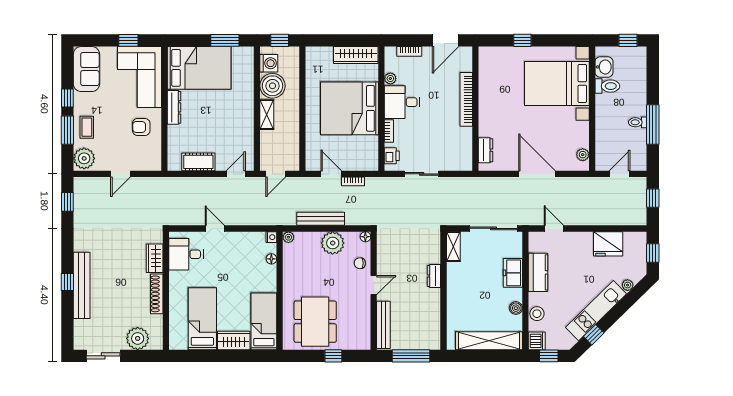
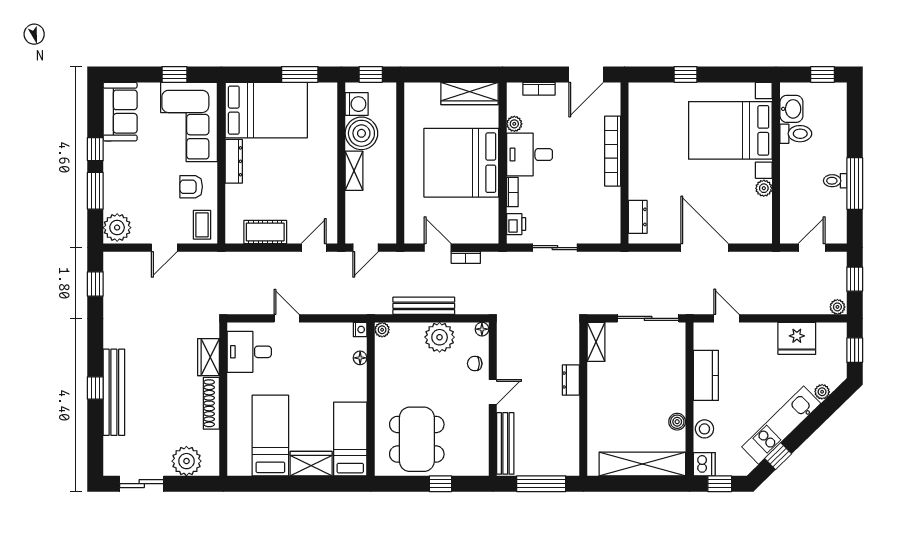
coffee table: (87, 127) -> (202, 225), moved
plant: (583, 155) -> (764, 188), moved
plant: (639, 220) -> (837, 307), added
freezer: (513, 273) -> (673, 376), removed

